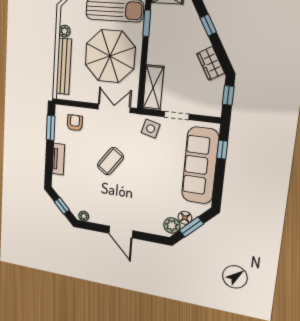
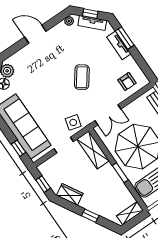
window: (147, 23) -> (120, 173), moved
window: (51, 128) -> (125, 38), moved
tv unit: (66, 197) -> (92, 23), added

